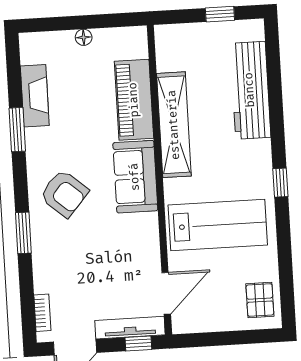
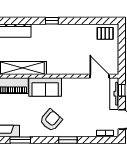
lab bench: (218, 225) -> (70, 51), removed

